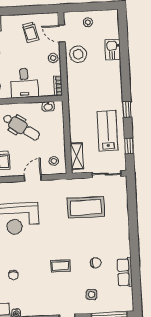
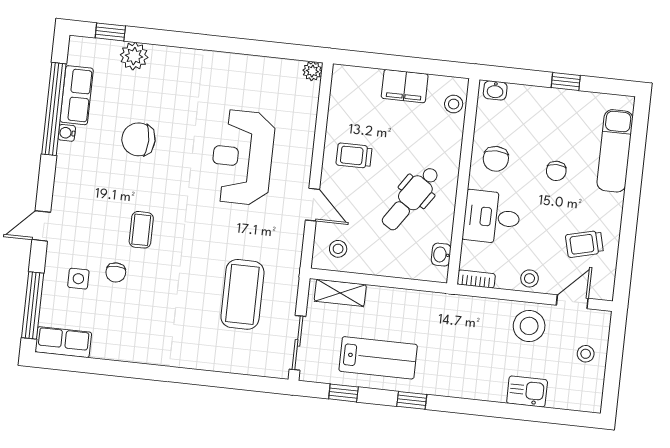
chair: (96, 263) -> (116, 272), moved
row of seats: (125, 272) -> (63, 342), moved
chair: (13, 275) -> (138, 139), width x1.87, depth x1.87

